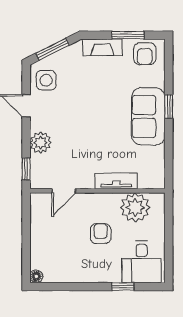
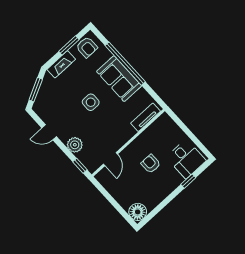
side table: (46, 80) -> (91, 102), moved
window: (169, 107) -> (125, 64), width x3.17
tv unit: (116, 181) -> (146, 117), moved
plant: (135, 208) -> (156, 133), removed
floor lamp: (36, 276) -> (138, 212), width x1.89, depth x1.89

